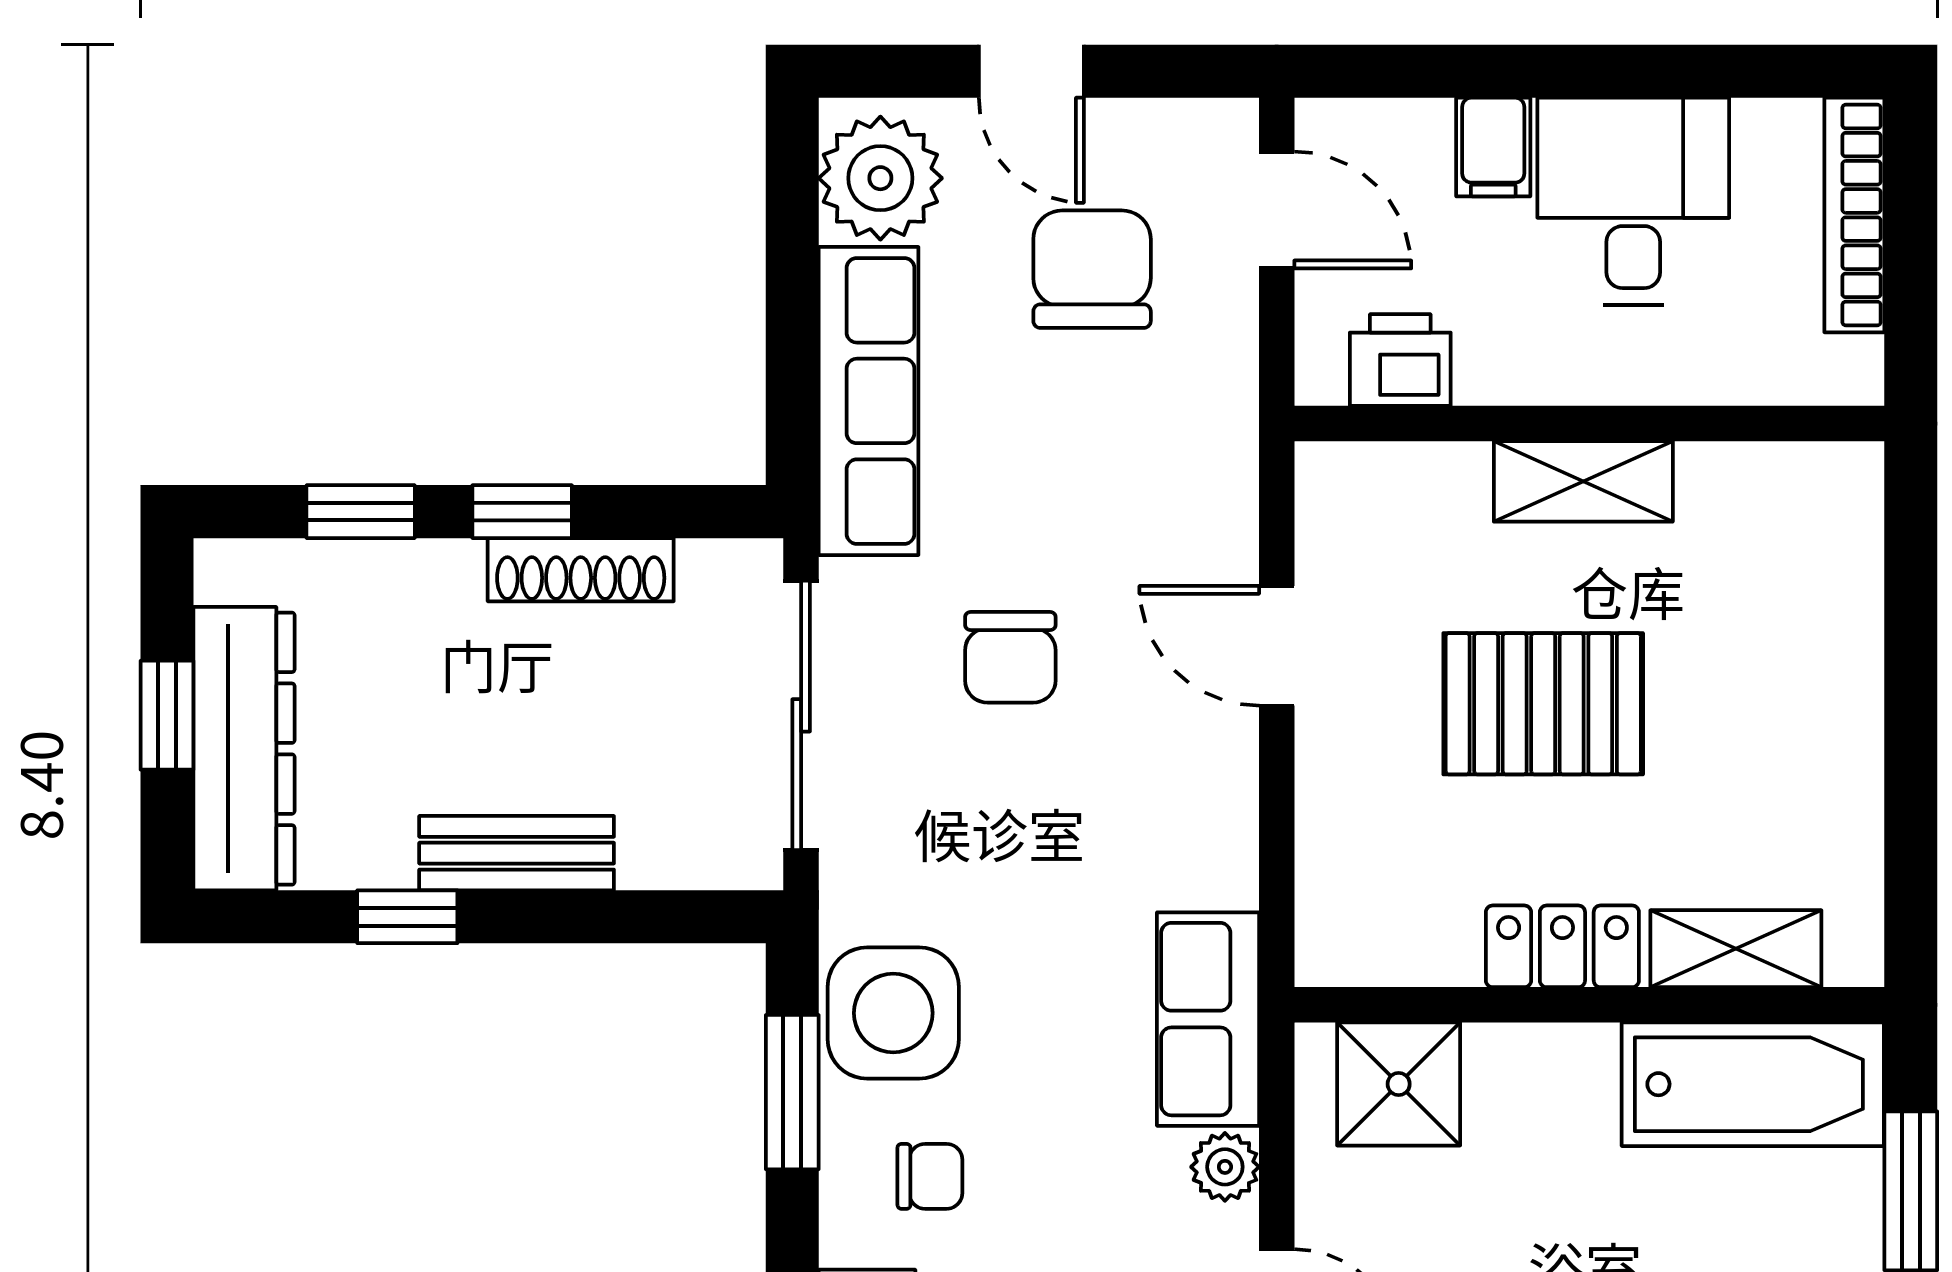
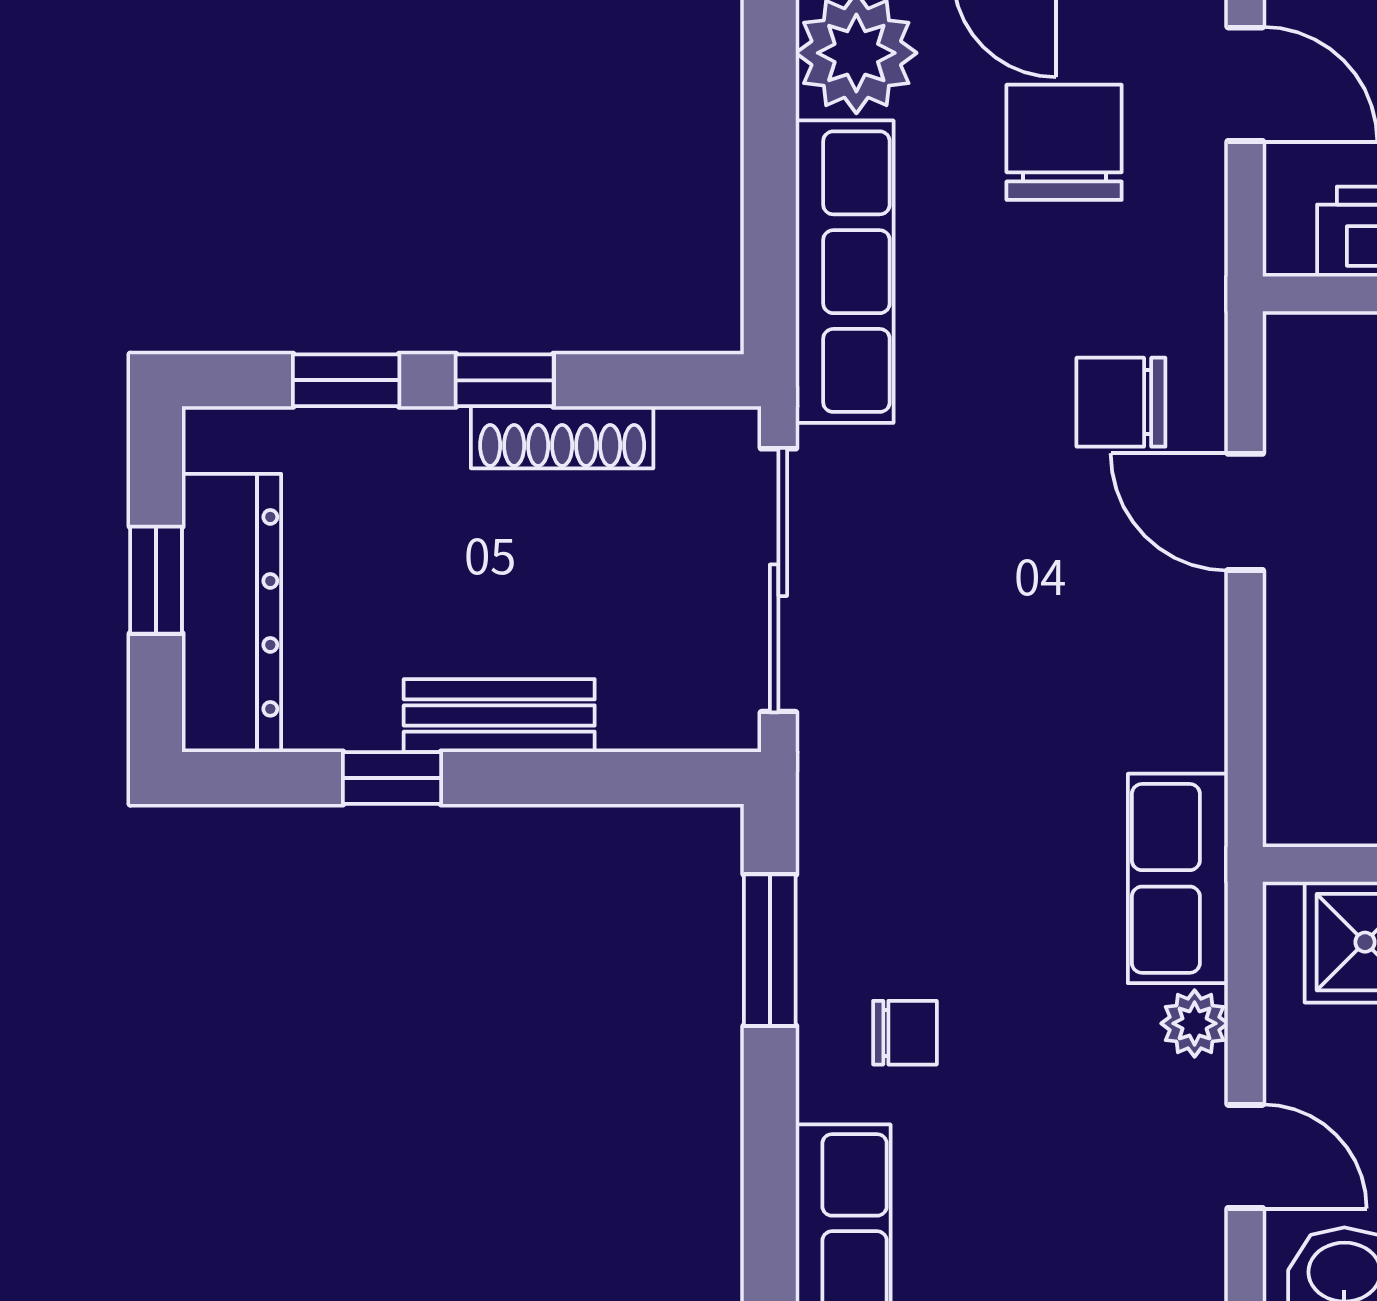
chair: (1010, 657) -> (1121, 402), moved, turned 90
side table: (893, 1013) -> (869, 872), removed

